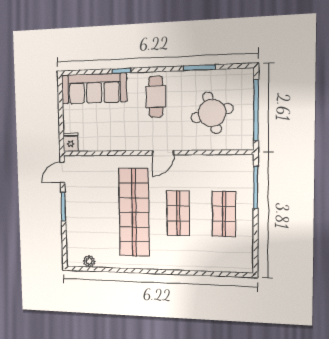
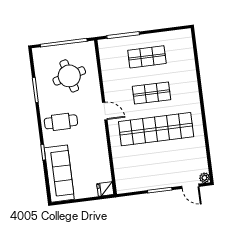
door: (62, 172) -> (190, 186), moved
plant: (89, 261) -> (205, 178), moved

